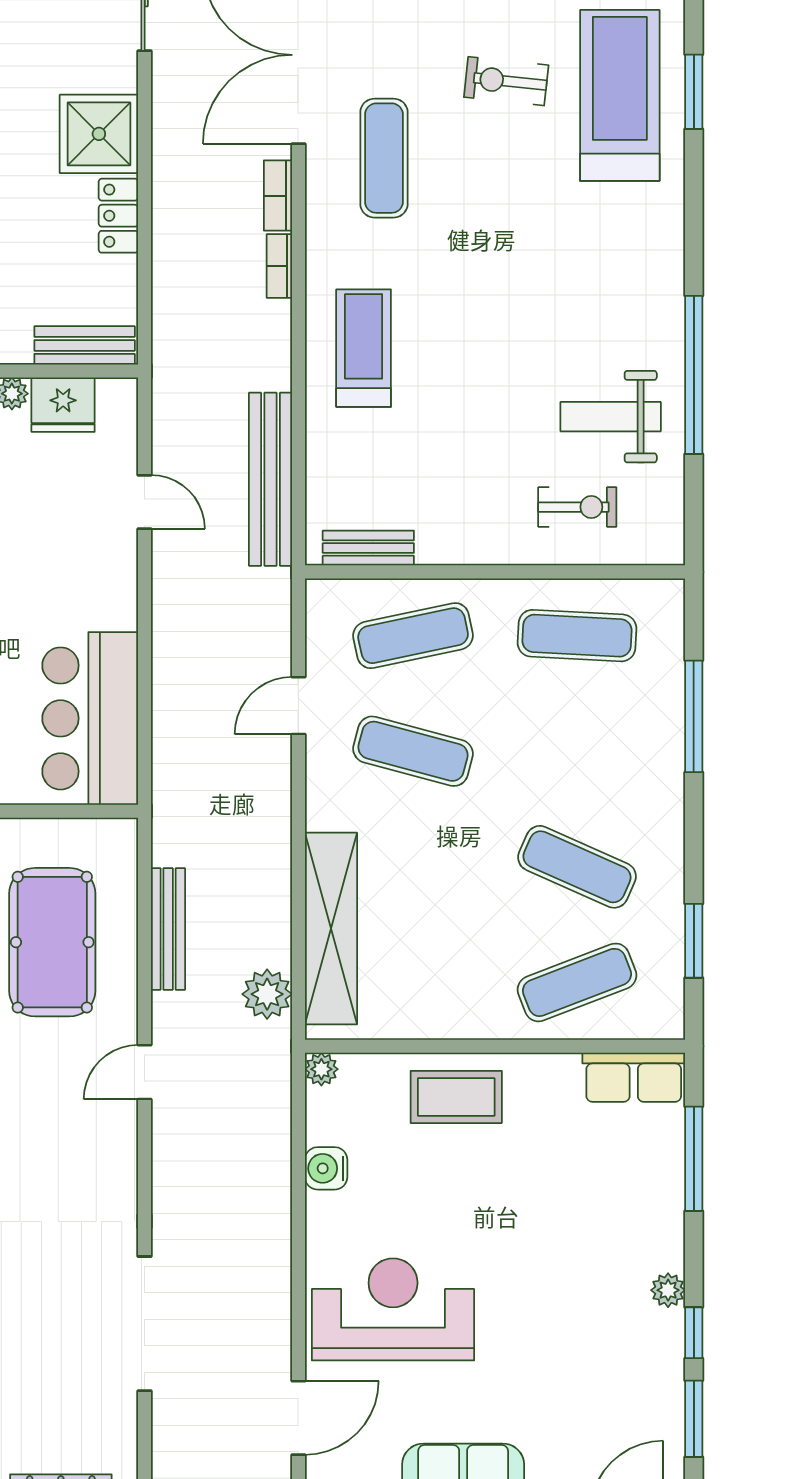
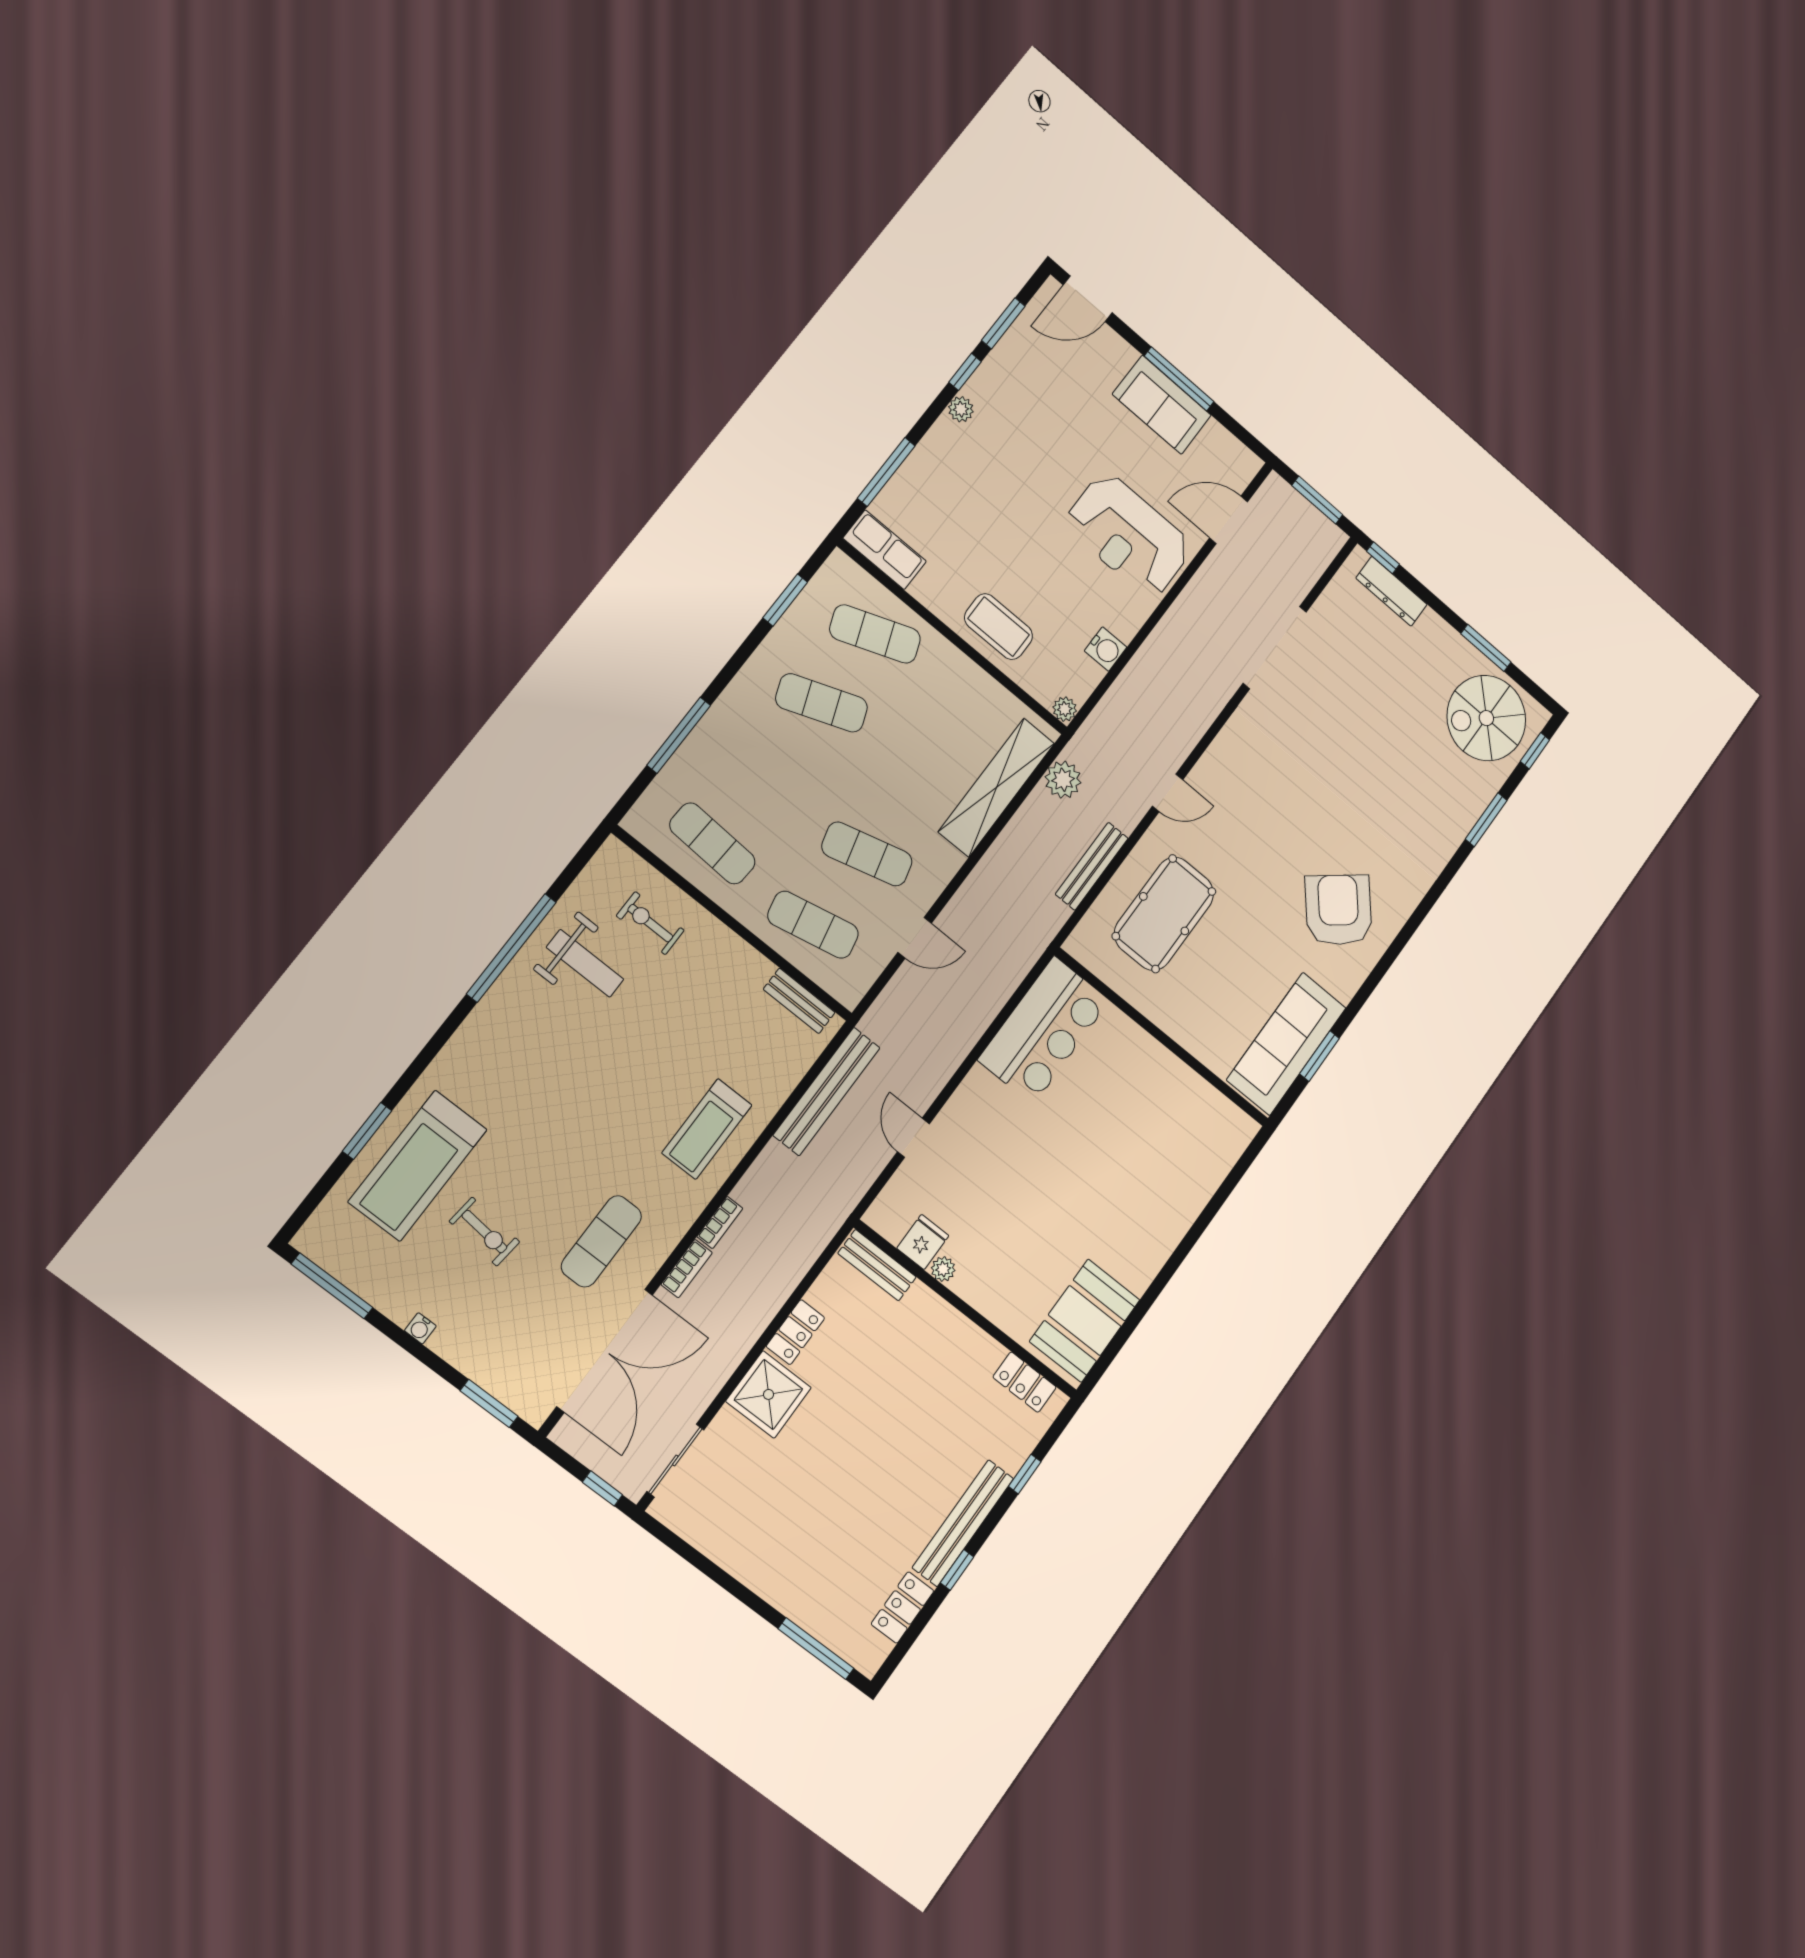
fridge: (63, 405) -> (923, 1242), width x0.72
exercise mat: (413, 751) -> (867, 854), turned -30
exercise mat: (577, 867) -> (822, 703), turned -45

